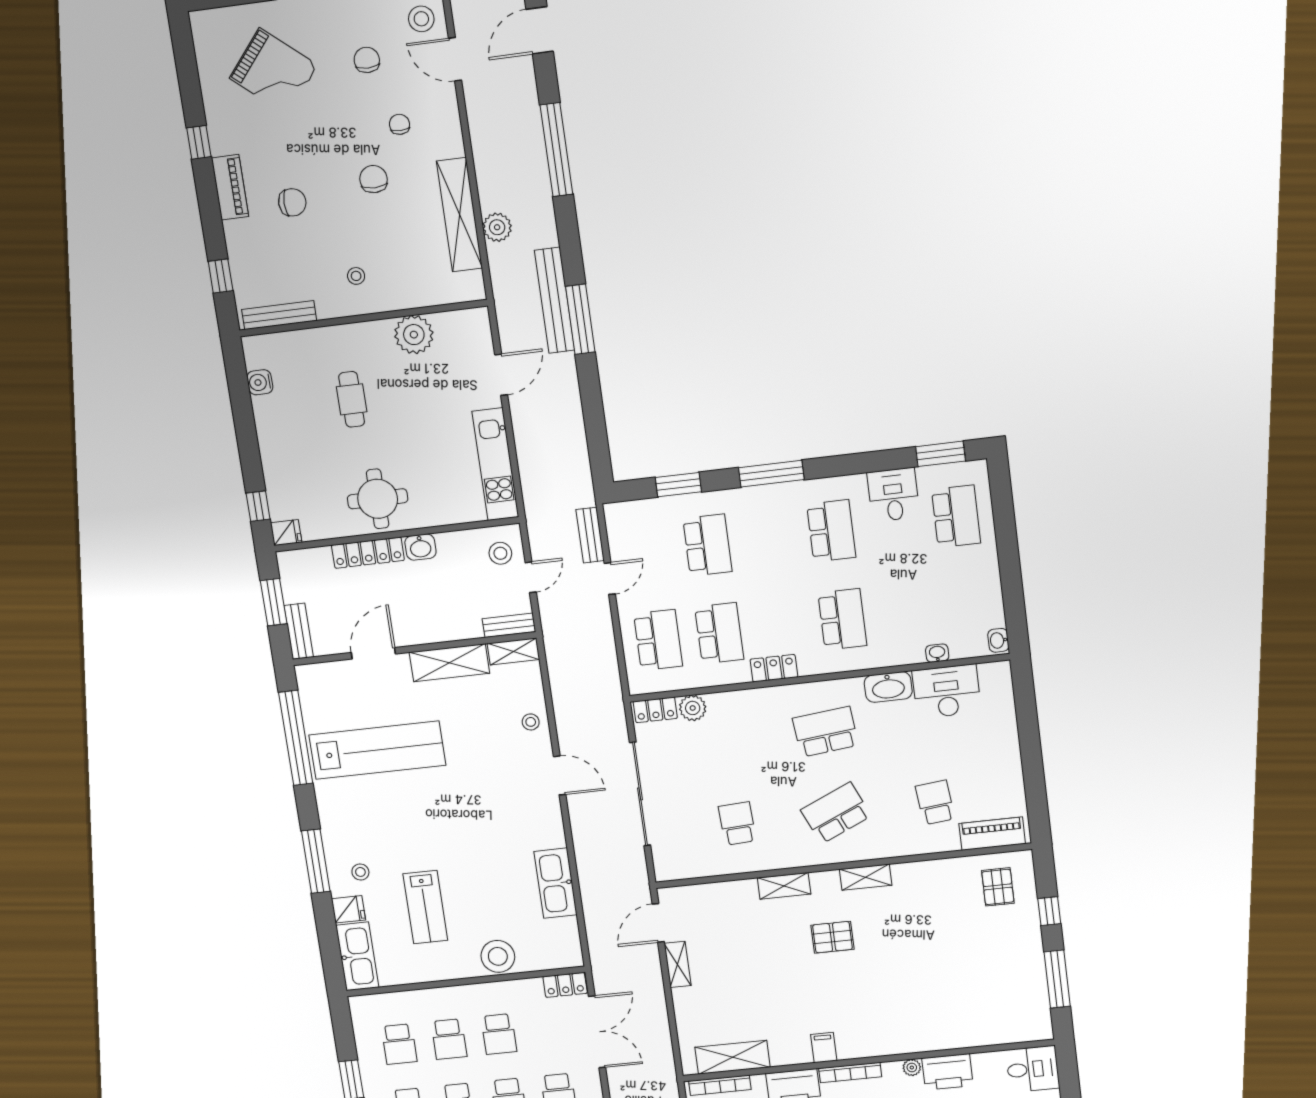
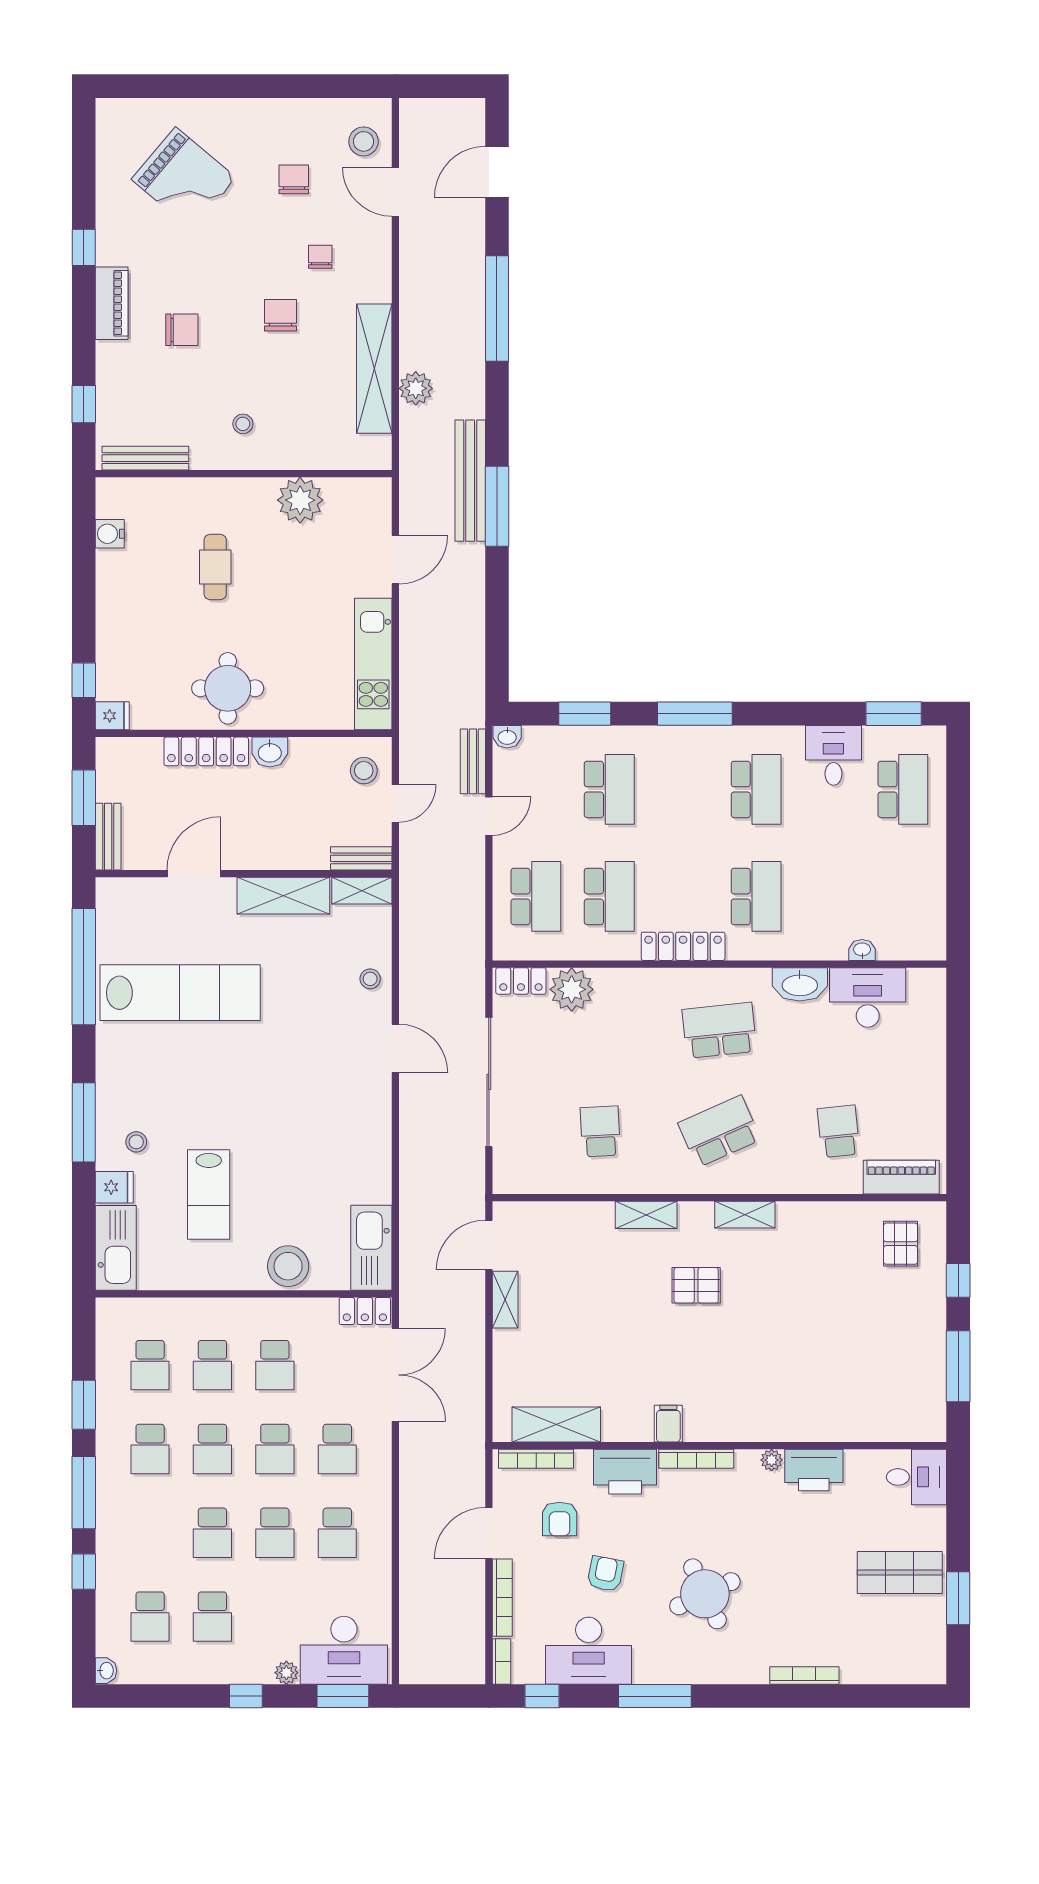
washbasin: (998, 640) -> (507, 737), moved, turned -90
locker: (774, 668) -> (683, 946), width x1.53
plant: (693, 708) -> (572, 989), width x1.36, depth x1.36
kitchen sink: (555, 883) -> (371, 1248), moved

